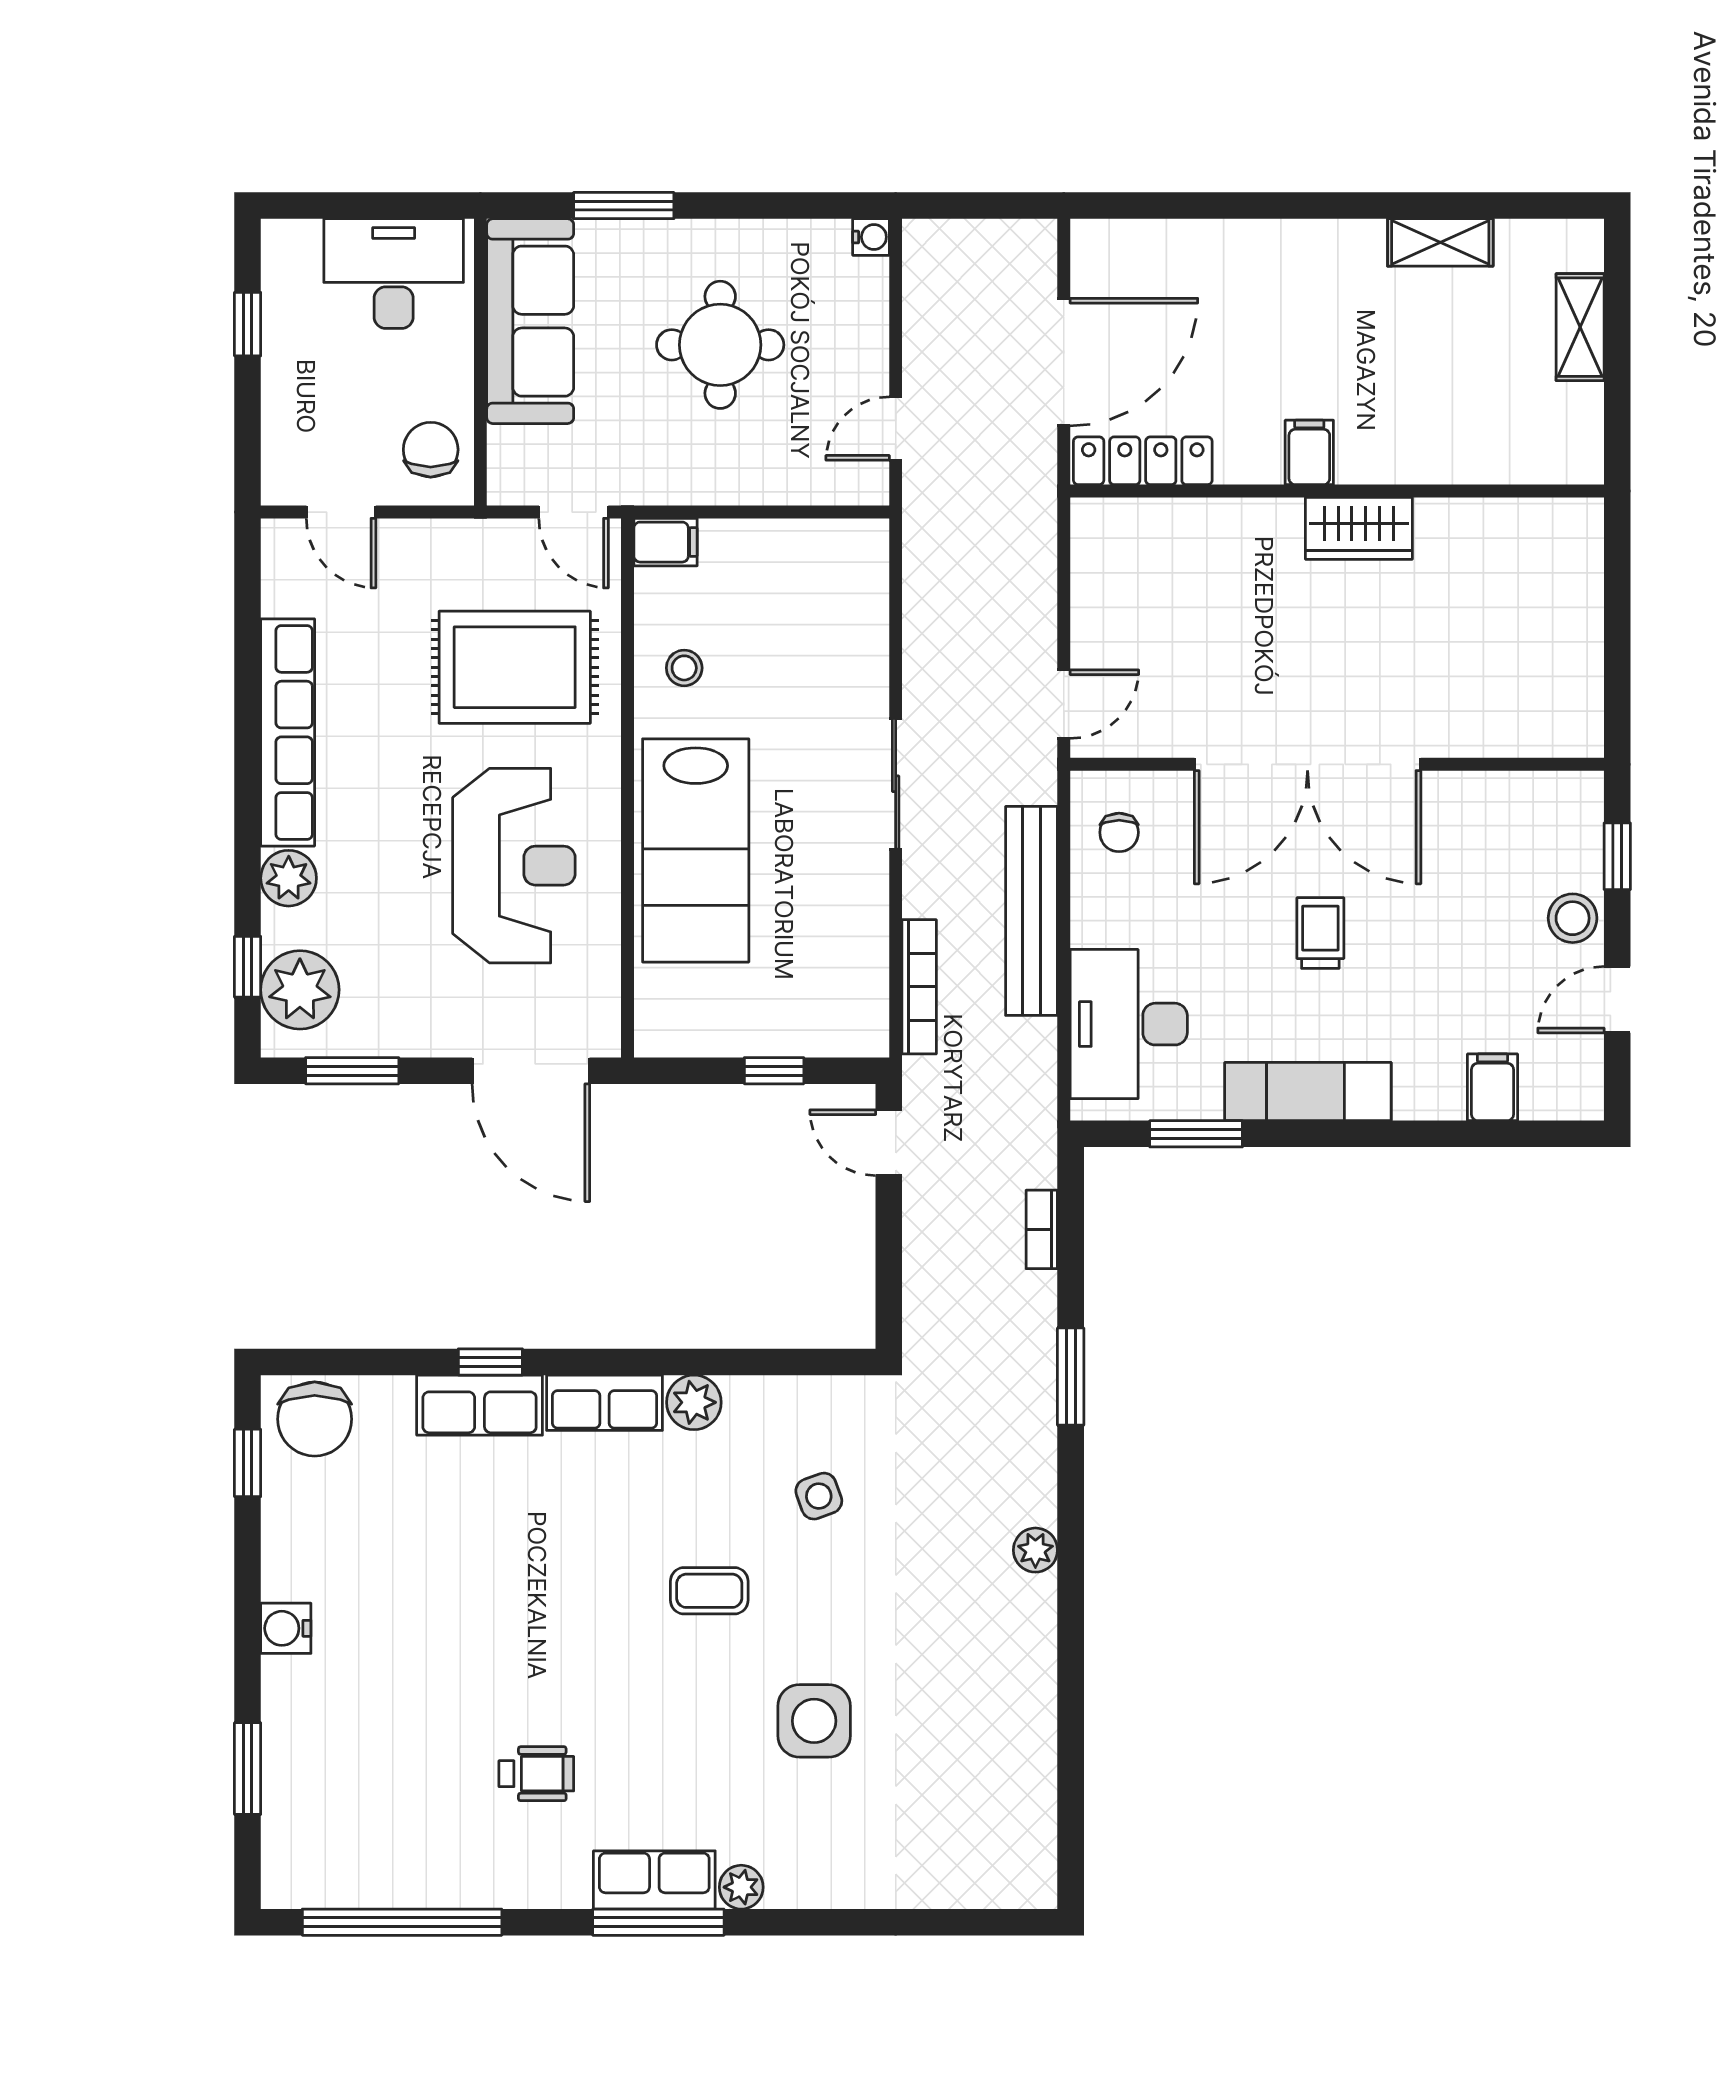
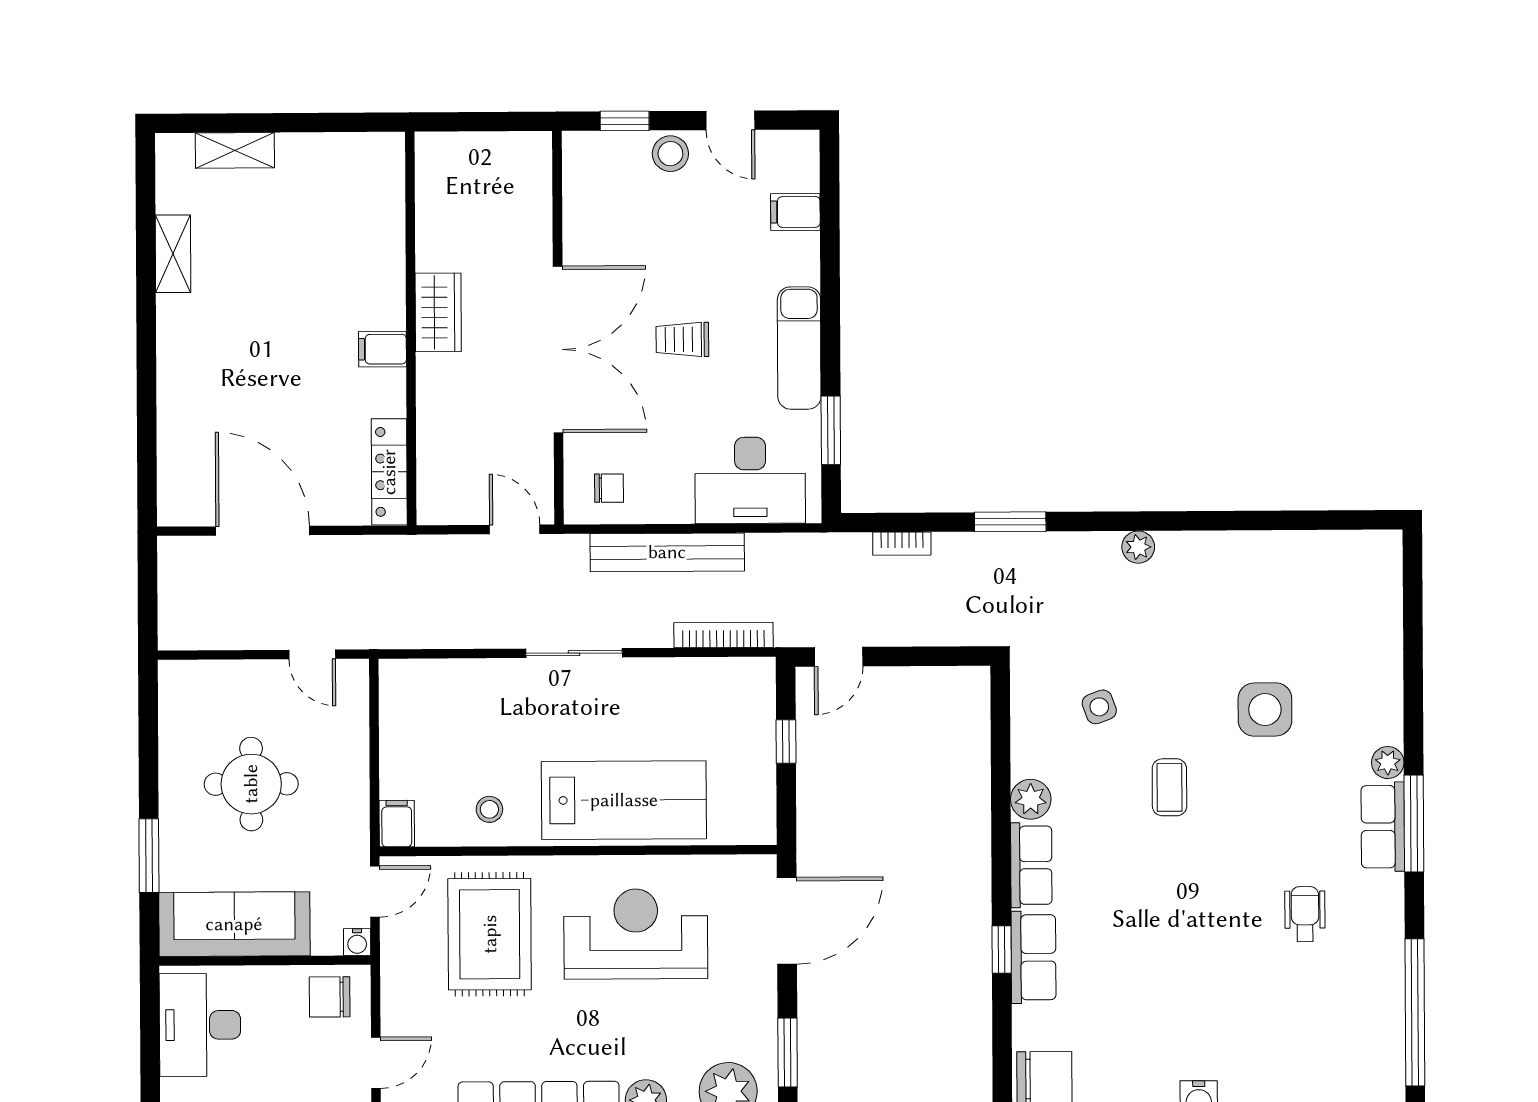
water cooler: (871, 237) -> (357, 942), moved, turned 180
filing cabinet: (1309, 452) -> (382, 349), moved
locker: (1143, 461) -> (389, 472), moved
wall: (1337, 491) -> (411, 329), moved
wardrobe: (1359, 528) -> (438, 312), moved

